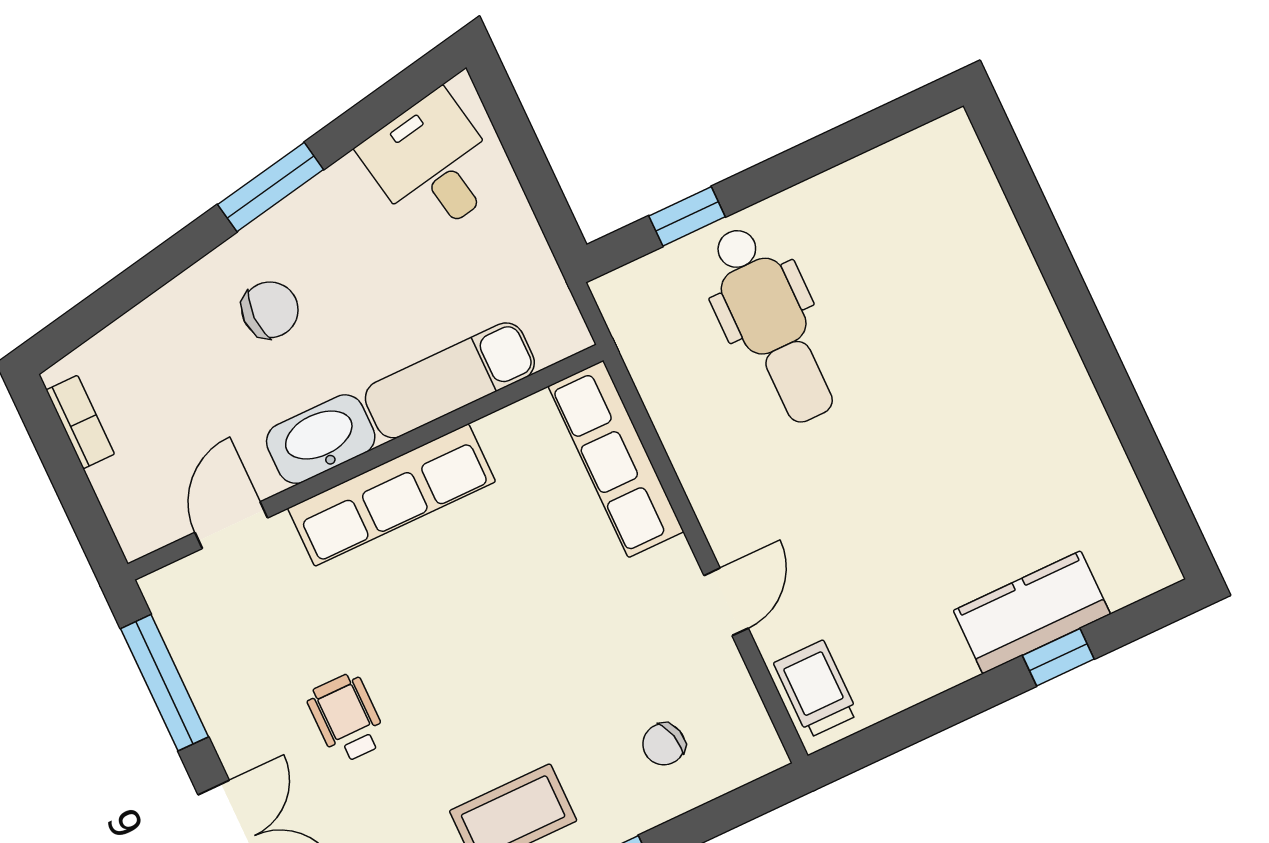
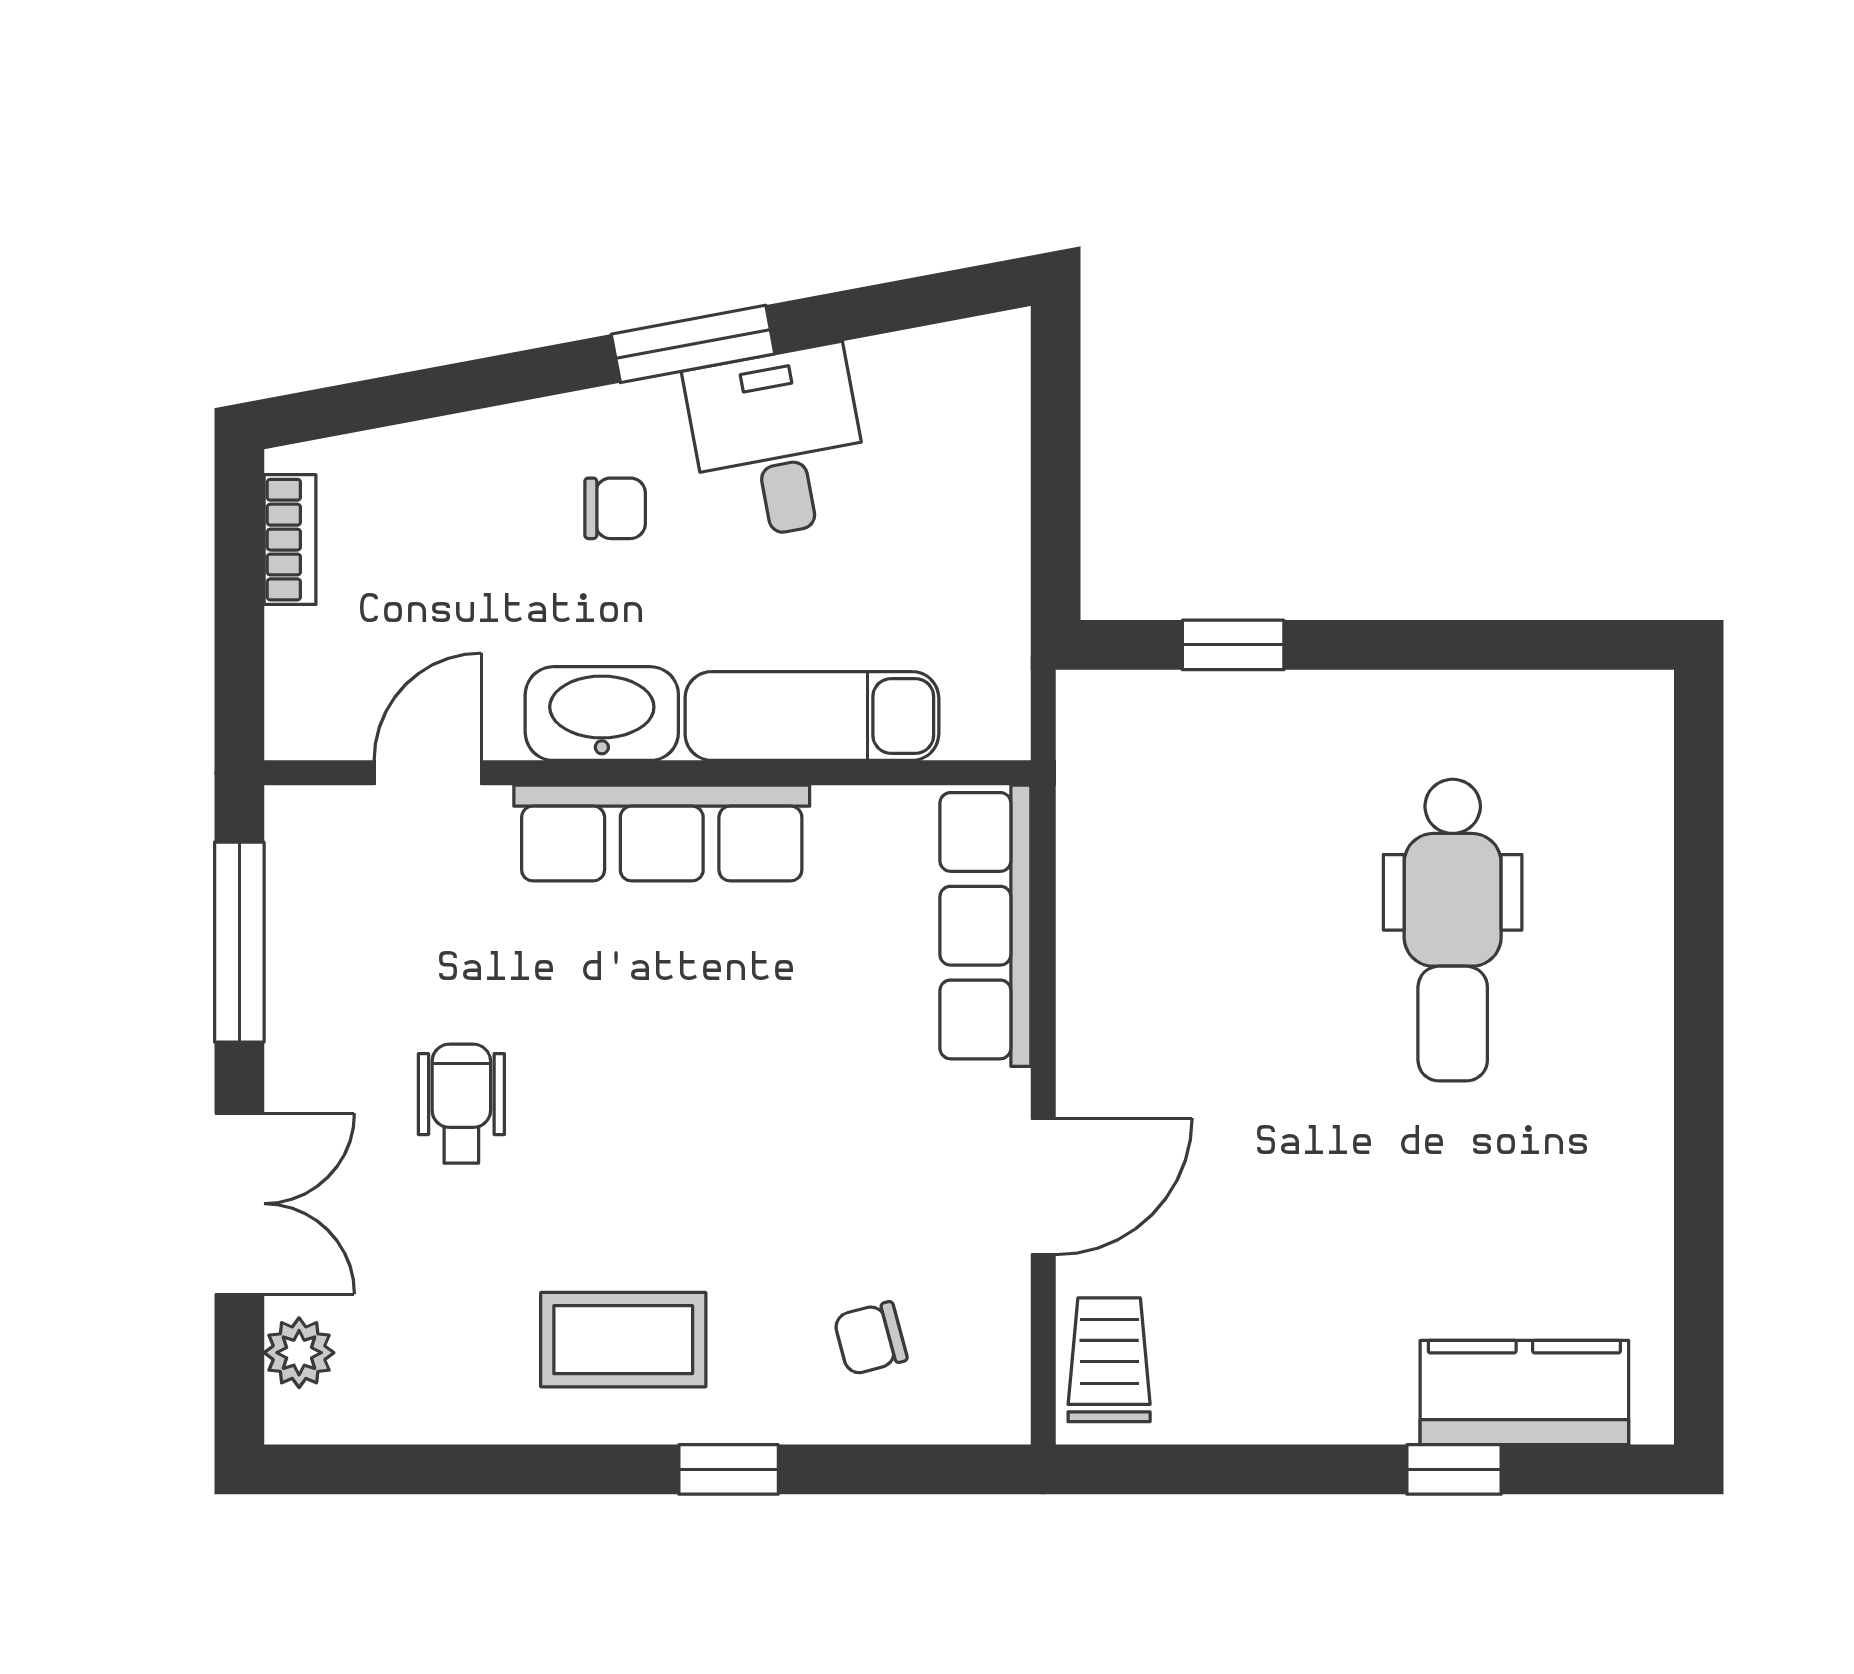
desk: (433, 165) -> (778, 443), moved
chair: (270, 310) -> (615, 508), width x0.73, depth x0.73
dental chair: (772, 325) -> (1453, 930), moved
door: (726, 602) -> (1043, 1186), width x1.38
kitchen counter: (1032, 612) -> (1524, 1393), moved

